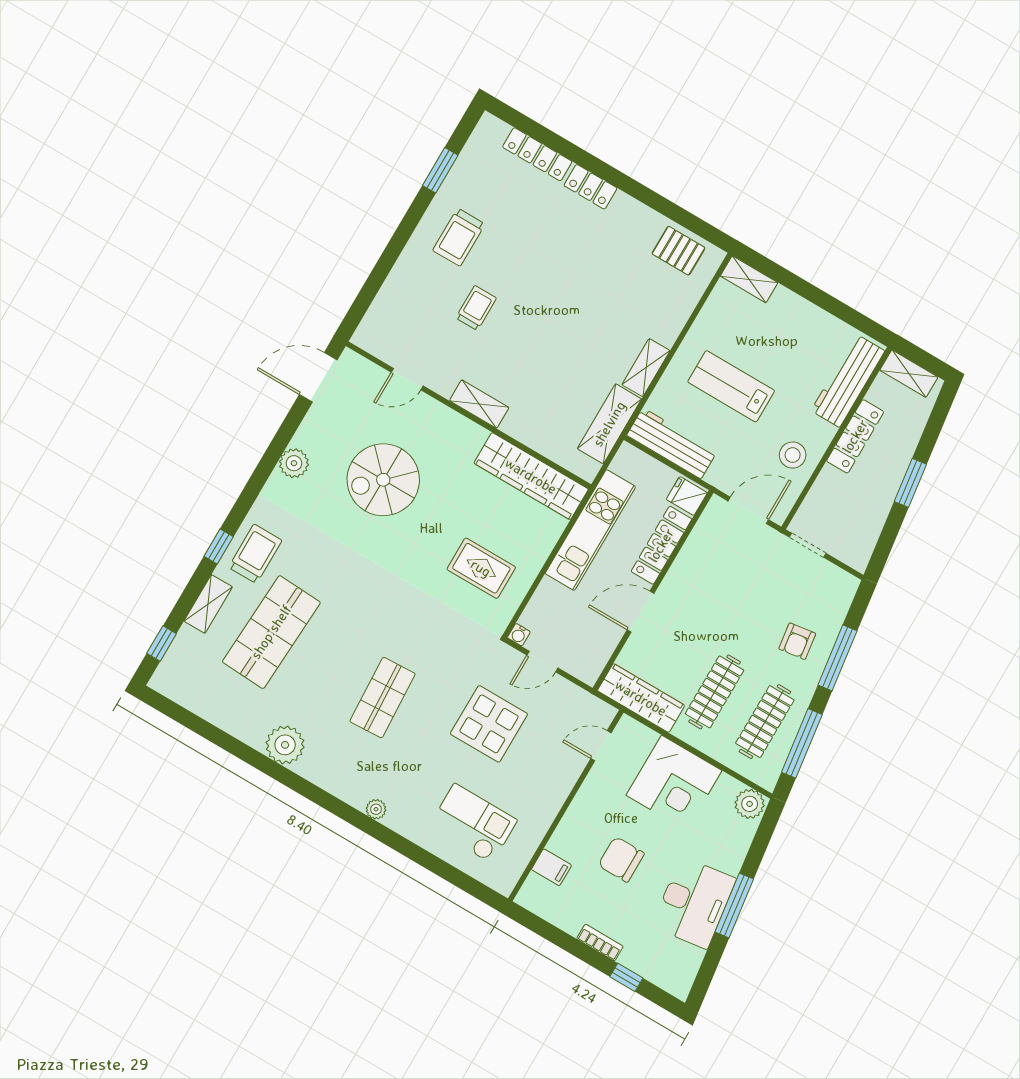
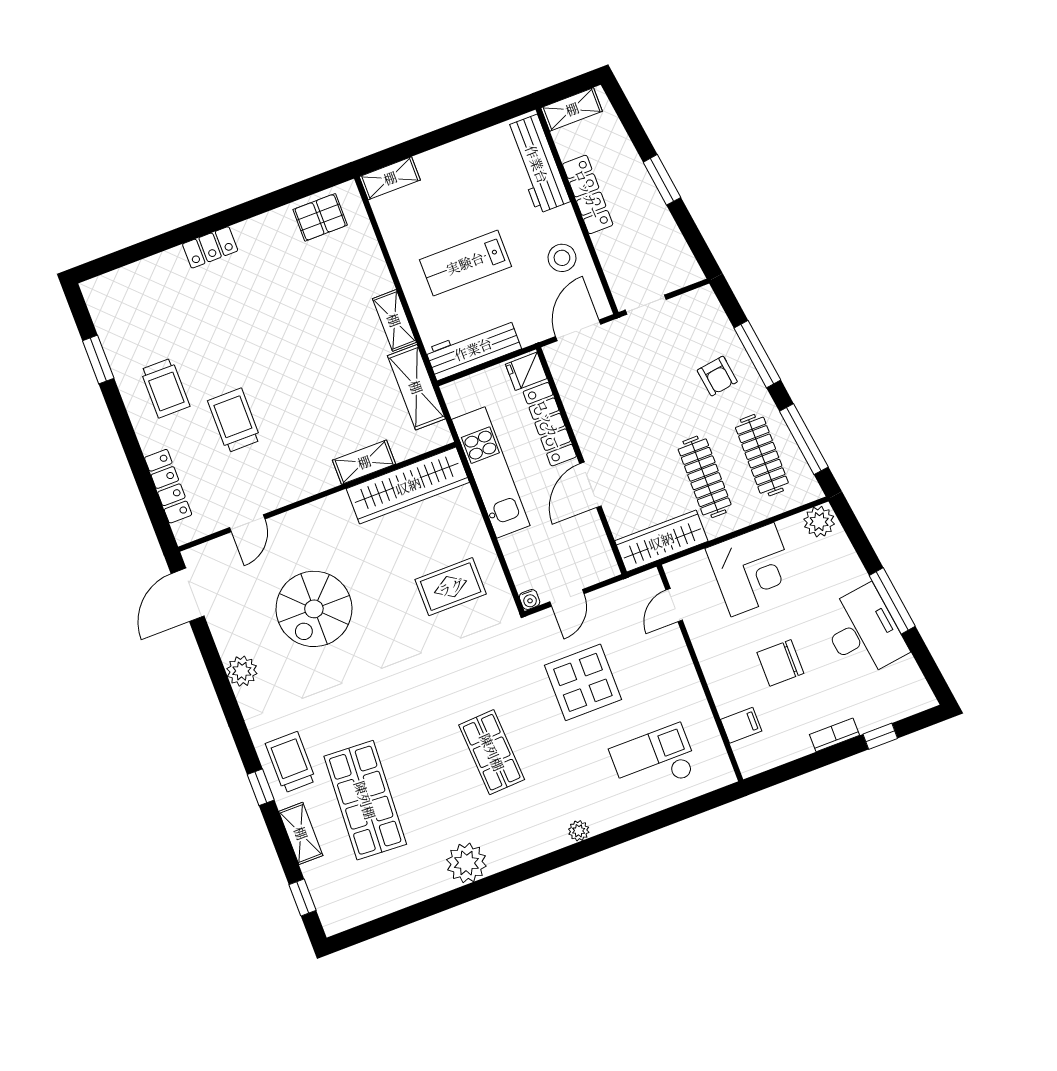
locker: (537, 154) -> (168, 486), moved, turned -90
trolley: (476, 308) -> (234, 420), width x1.36, depth x1.39
shelving: (479, 404) -> (364, 462), moved

